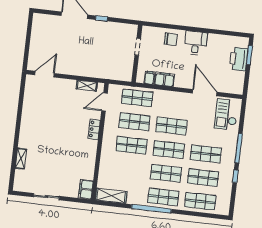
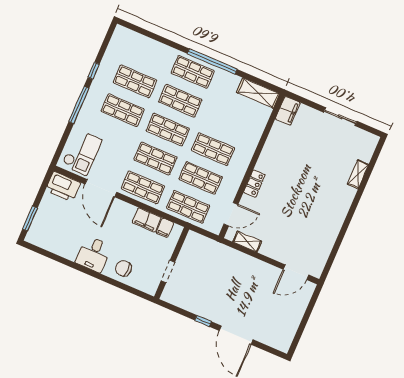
printer: (239, 59) -> (63, 187), moved, turned 90
shop shelf: (200, 201) -> (143, 187), moved

